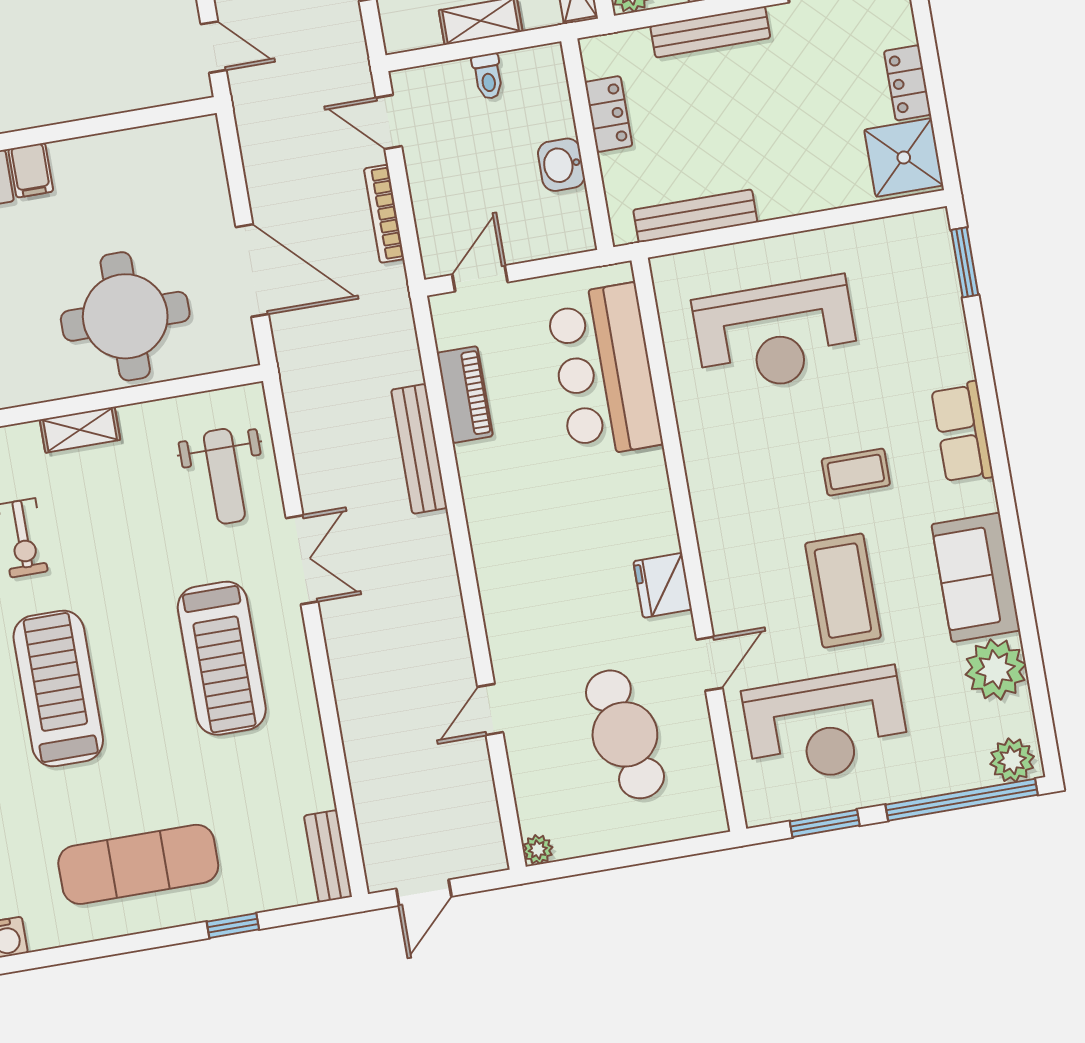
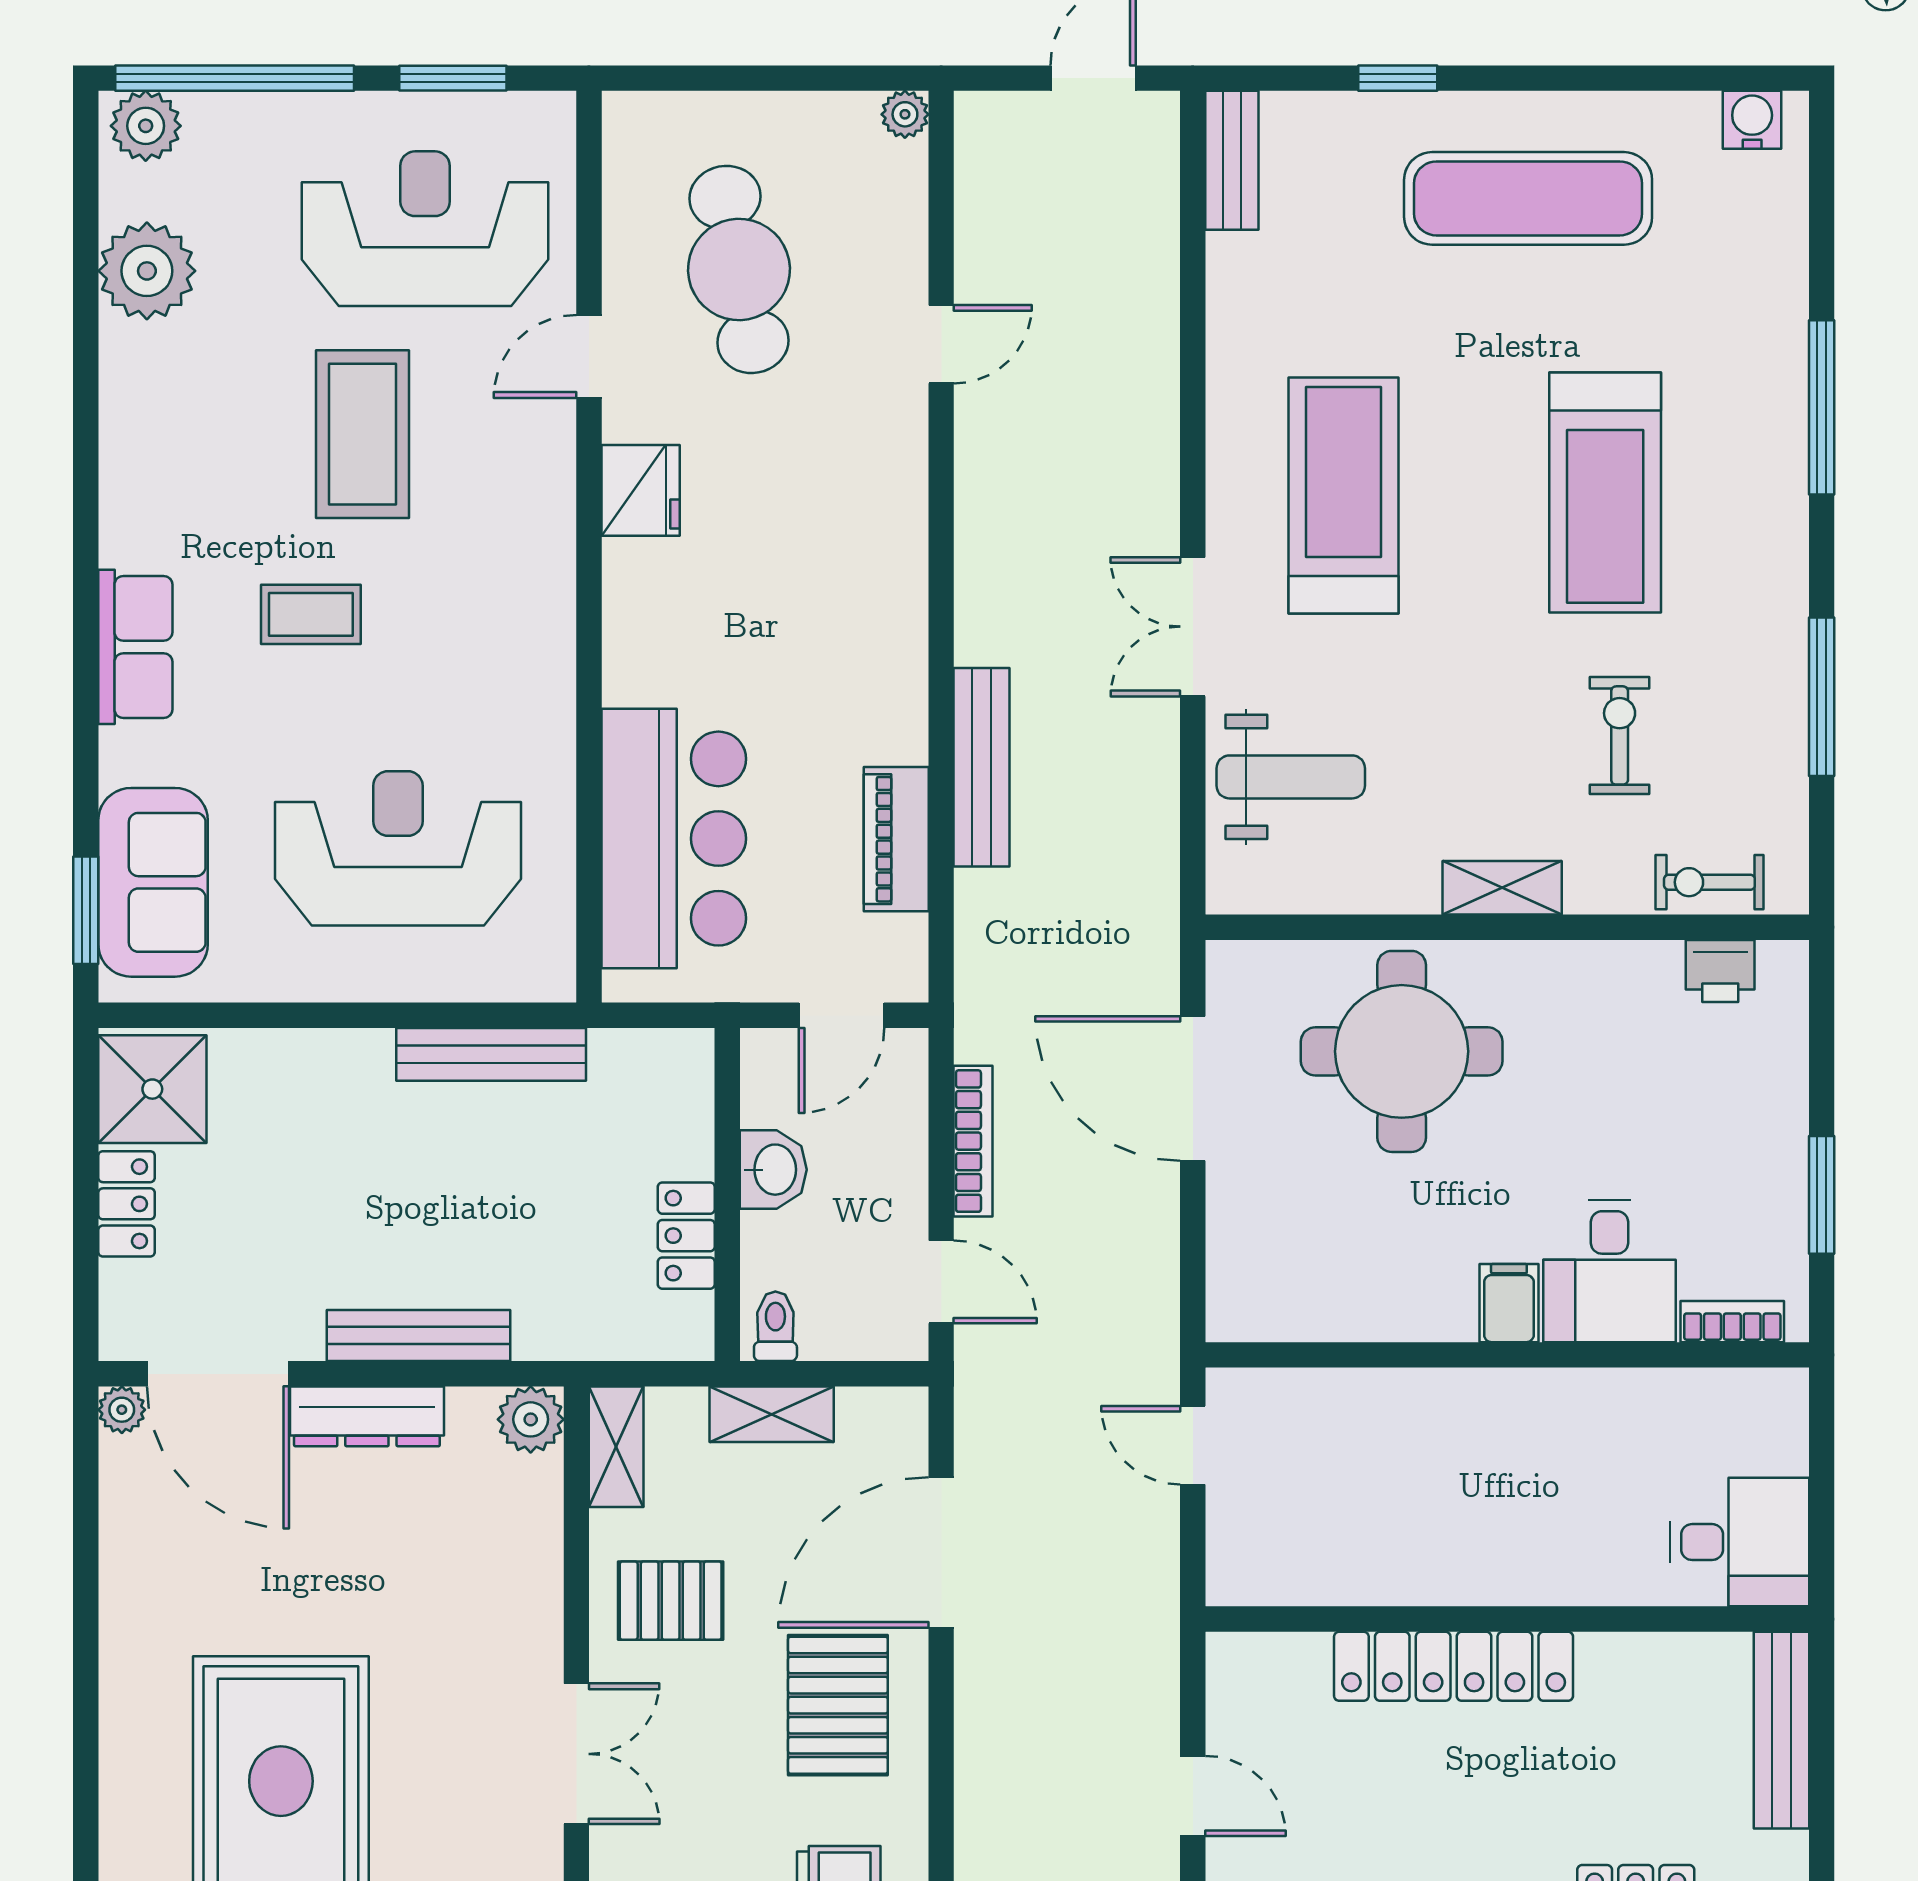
locker: (609, 114) -> (686, 1236), moved
wall: (587, 144) -> (727, 1194), moved
washbasin: (561, 165) -> (773, 1170), moved
weight bench: (224, 476) -> (1291, 777), turned 90
sofa: (976, 577) -> (153, 882), moved

